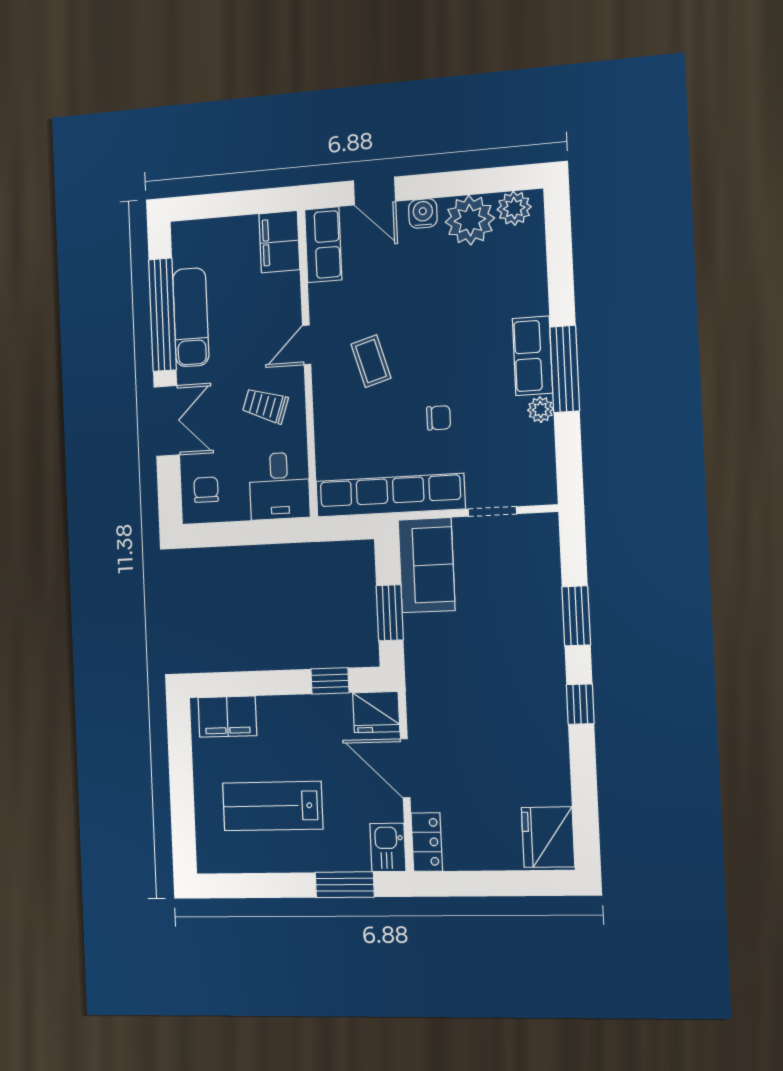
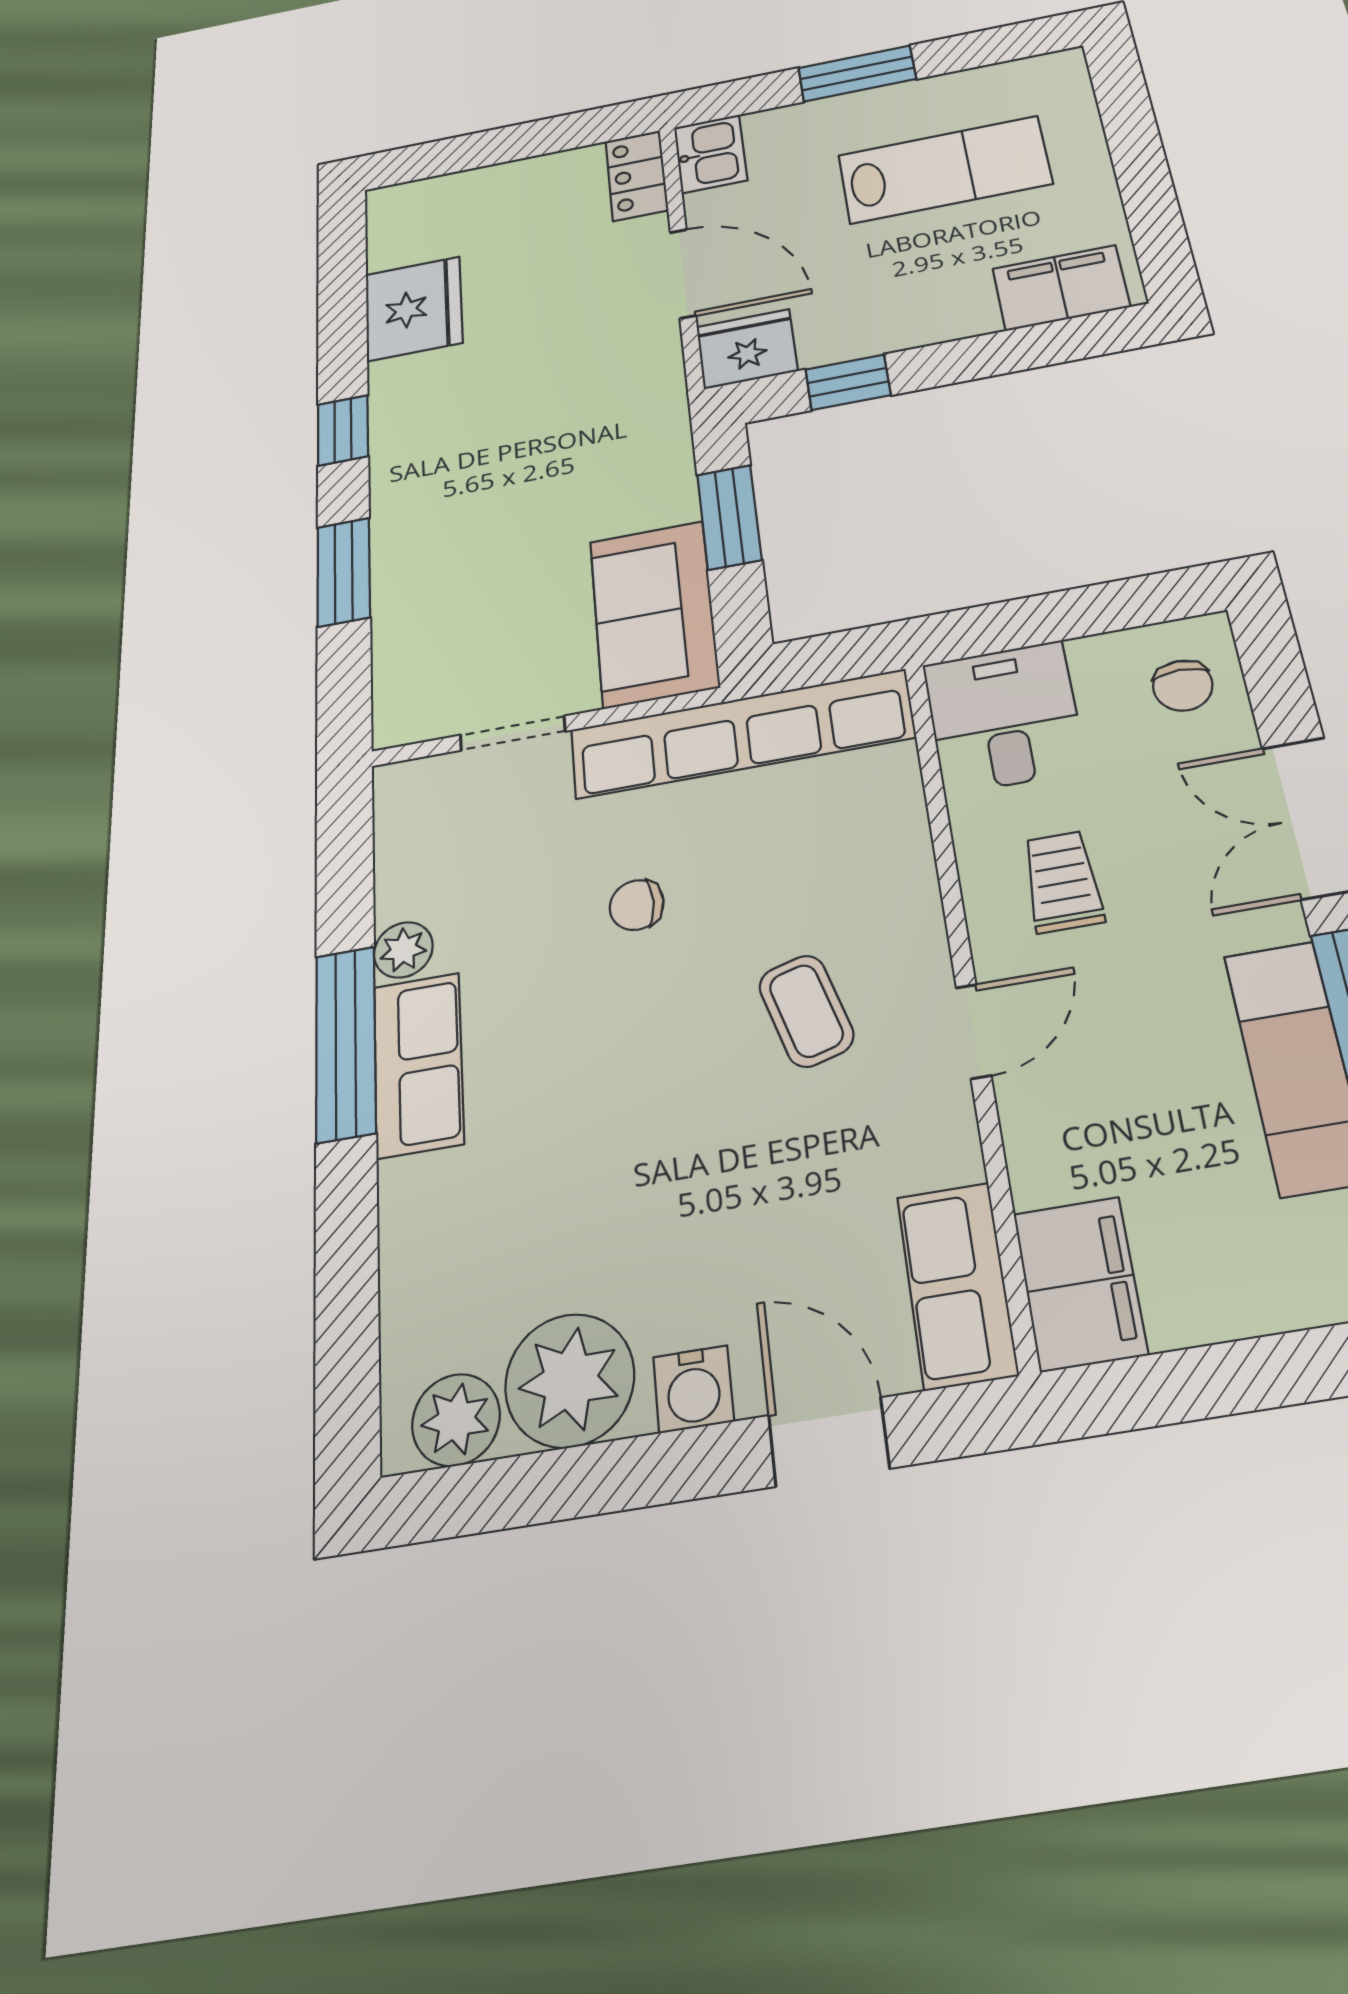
trolley: (265, 406) -> (1062, 882), turned -109
fridge: (548, 837) -> (414, 309), moved
window: (345, 885) -> (857, 73), moved

